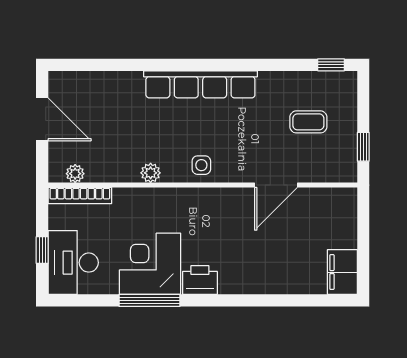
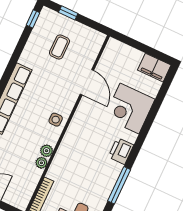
window: (363, 147) -> (68, 13), moved
plant: (75, 174) -> (41, 163), moved
corner desk: (150, 264) -> (129, 109), moved

